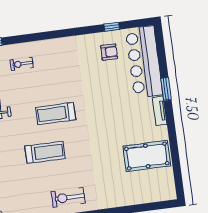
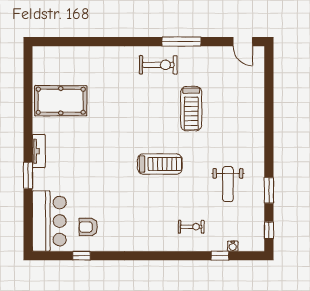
bar counter: (144, 62) -> (49, 221), width x0.73
treadmill: (45, 152) -> (191, 109), moved, turned -90

